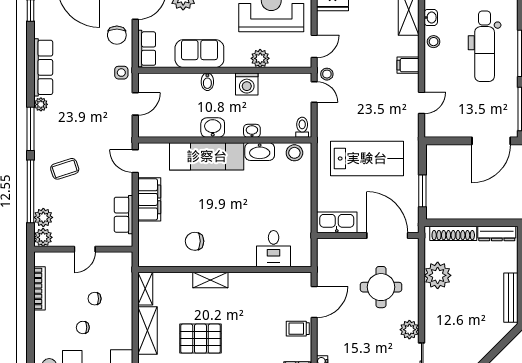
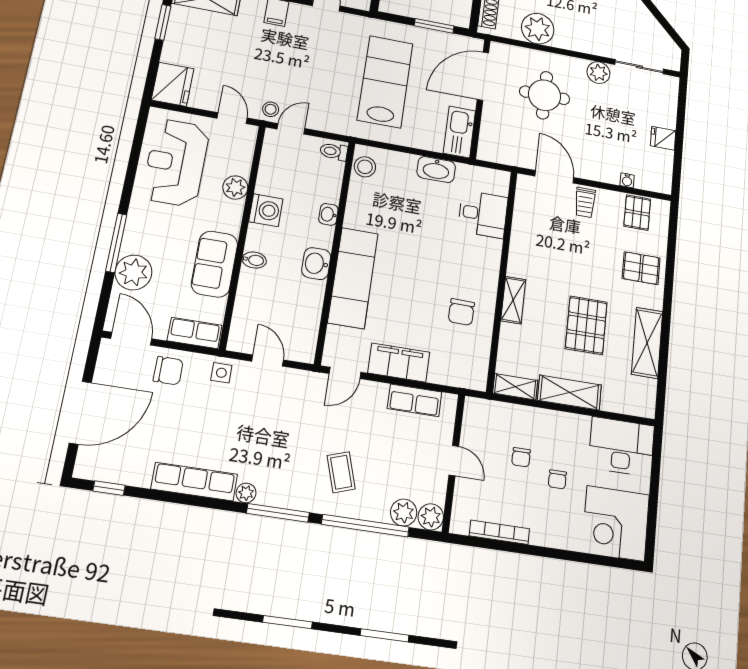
washbasin: (260, 152) -> (436, 169), moved, turned 90

